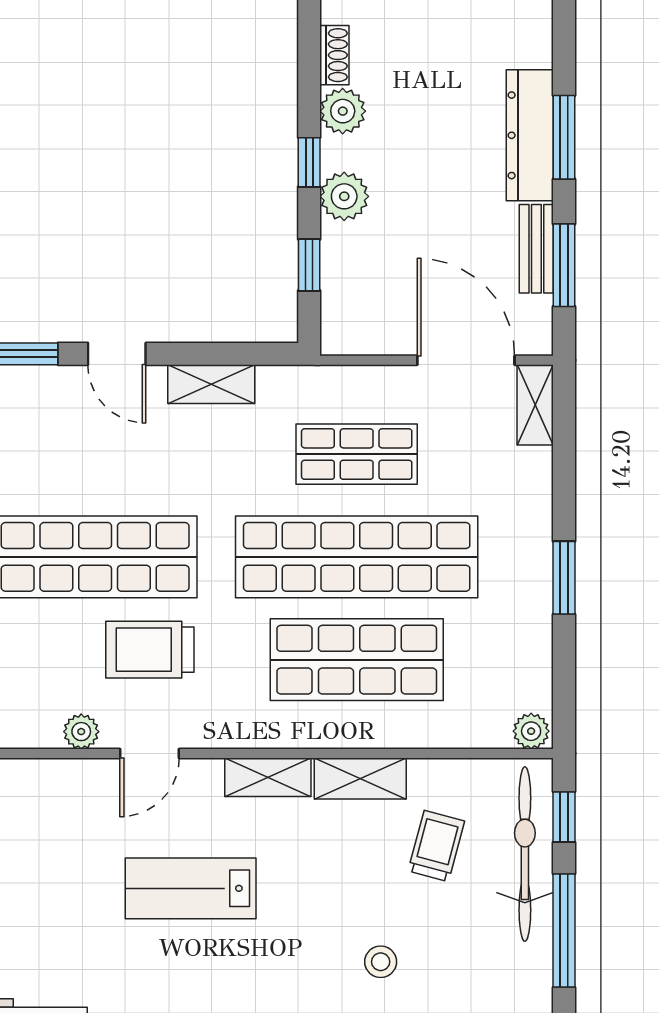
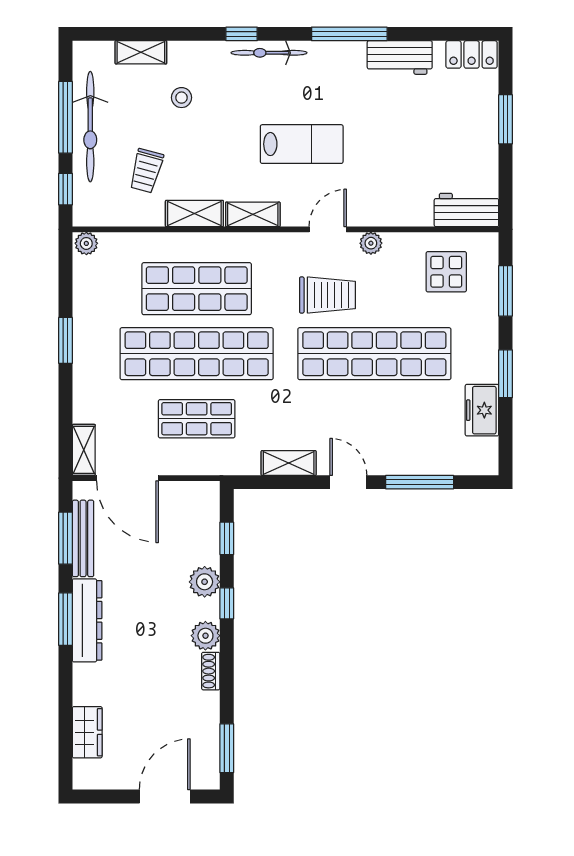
bench: (536, 249) -> (83, 538), width x1.36
bicycle: (525, 854) -> (90, 127), moved

